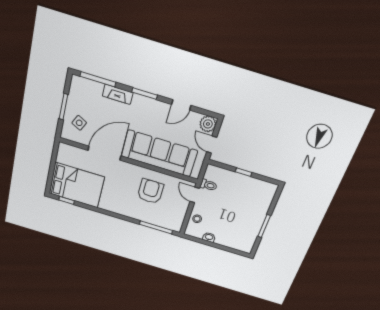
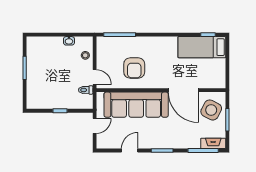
fireplace: (118, 94) -> (213, 143), moved
side table: (79, 123) -> (211, 110), width x1.87, depth x1.87
plant: (208, 124) -> (103, 142), removed
door: (212, 145) -> (95, 126), hinge flipped
door: (104, 153) -> (183, 90), hinge flipped
bed: (77, 185) -> (202, 47), width x0.67

